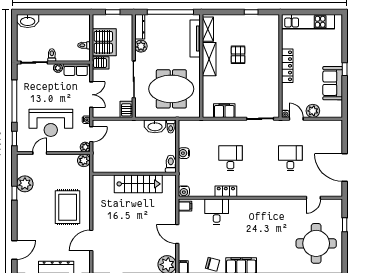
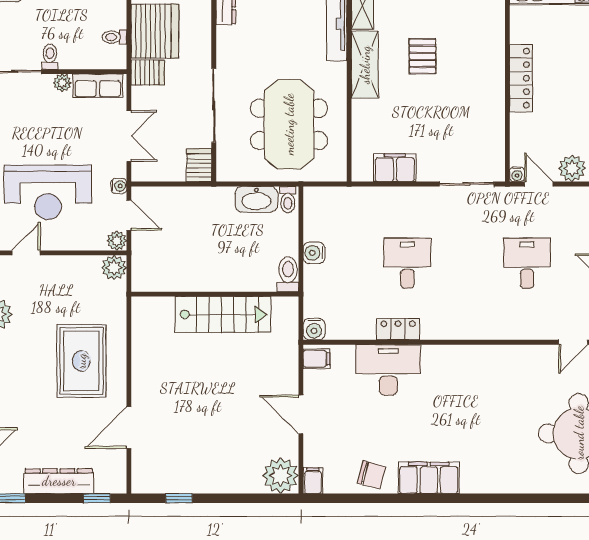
plant: (141, 46) -> (228, 39), removed
meeting table: (171, 89) -> (289, 124), turned 90
door: (91, 134) -> (129, 215), hinge flipped
desk: (217, 212) -> (388, 370), width x1.37

